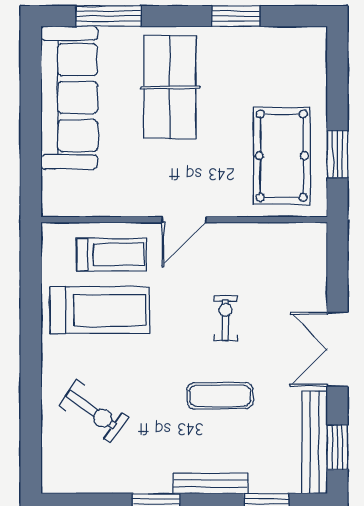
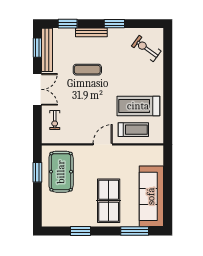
treadmill: (112, 255) -> (133, 130), turned 180
exercise bike: (225, 318) -> (55, 120), moved
exercise bike: (94, 411) -> (146, 48), moved

